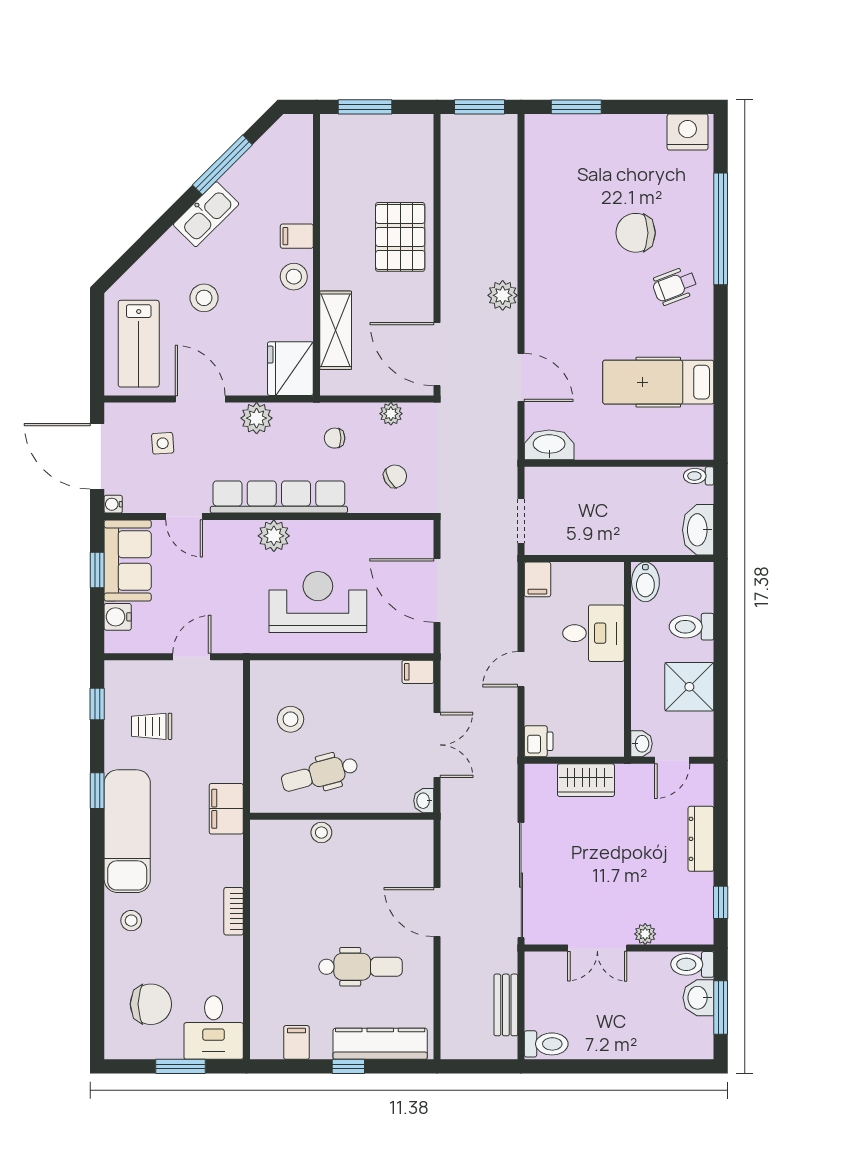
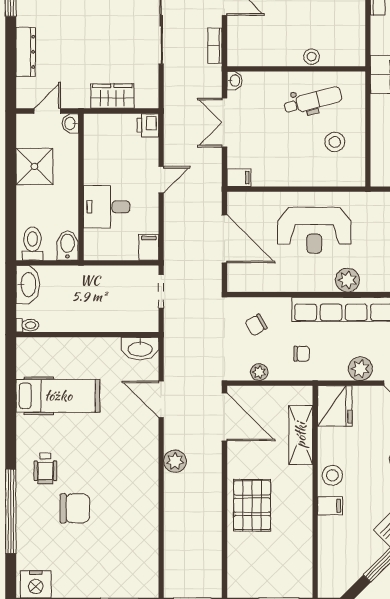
wheelchair: (675, 286) -> (45, 468), turned 111
toilet: (691, 627) -> (32, 244), moved, turned -90
bookcase: (450, 847) -> (215, 46), added

